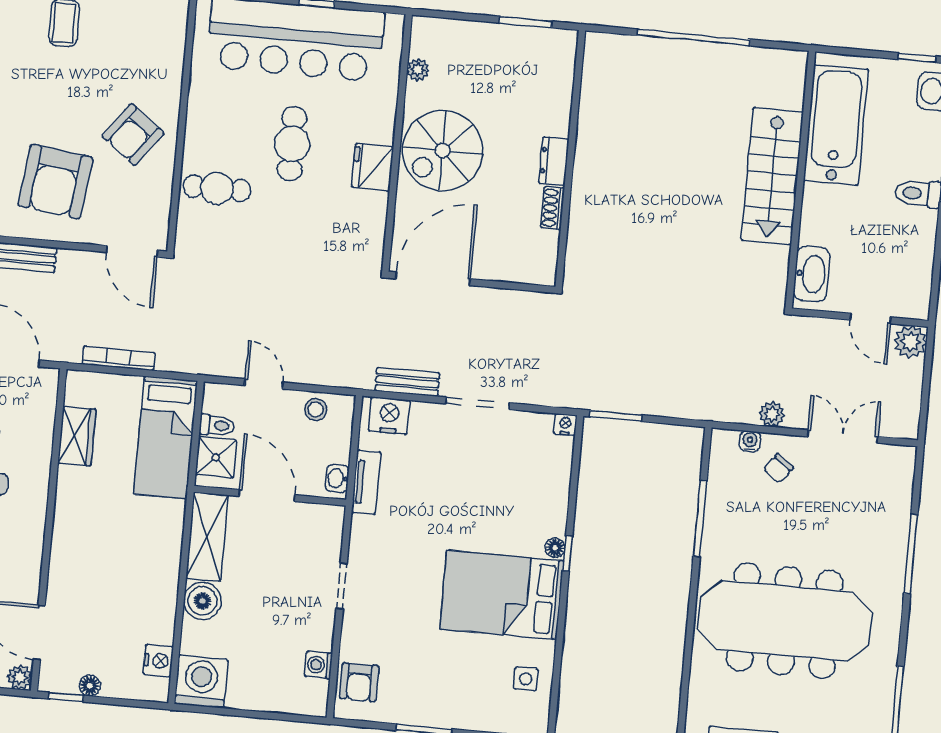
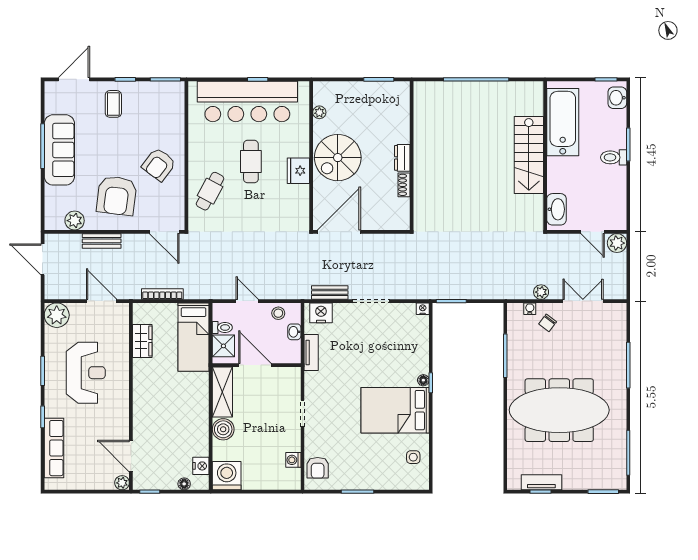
cafe table: (217, 188) -> (210, 191), turned -62
washbasin: (337, 478) -> (294, 332), moved
floor lamp: (90, 686) -> (184, 484), moved

